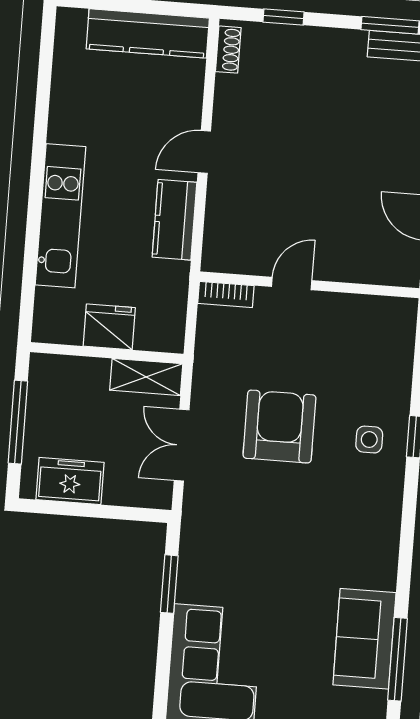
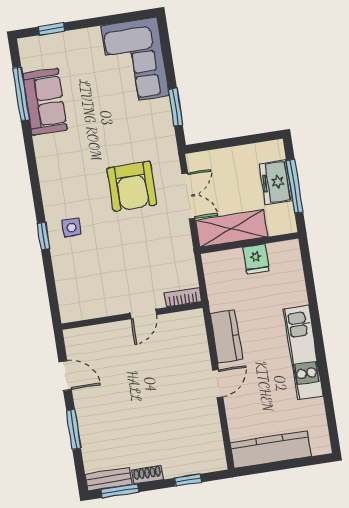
shoe rack: (228, 50) -> (147, 475), moved, turned 90
kitchen unit: (60, 216) -> (303, 352), moved
fridge: (109, 327) -> (256, 259), width x0.72
shelving: (146, 377) -> (232, 229), width x1.50, depth x1.33
armchair: (279, 427) -> (132, 186), moved
freezer: (70, 481) -> (276, 182), moved, turned 90

